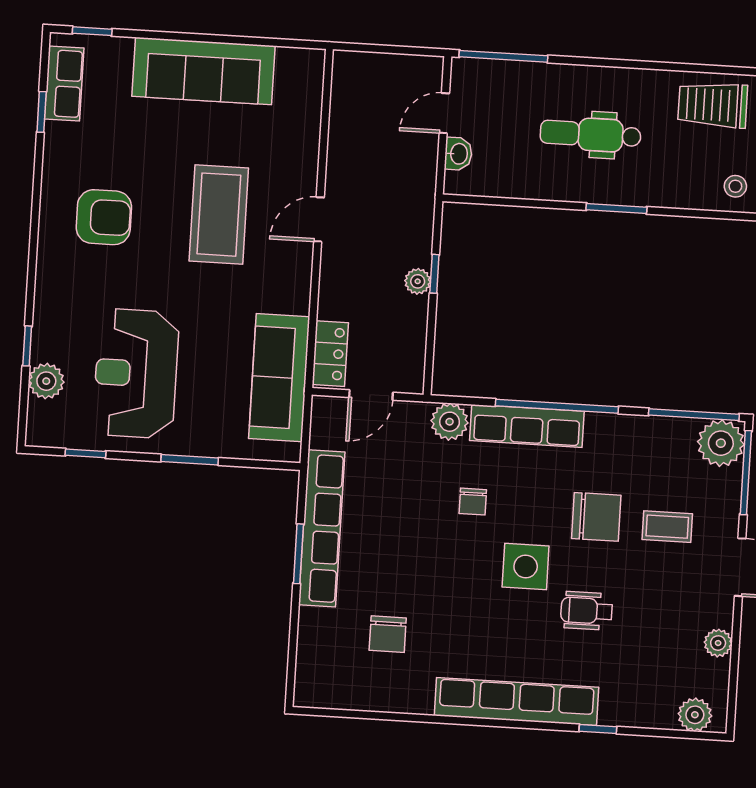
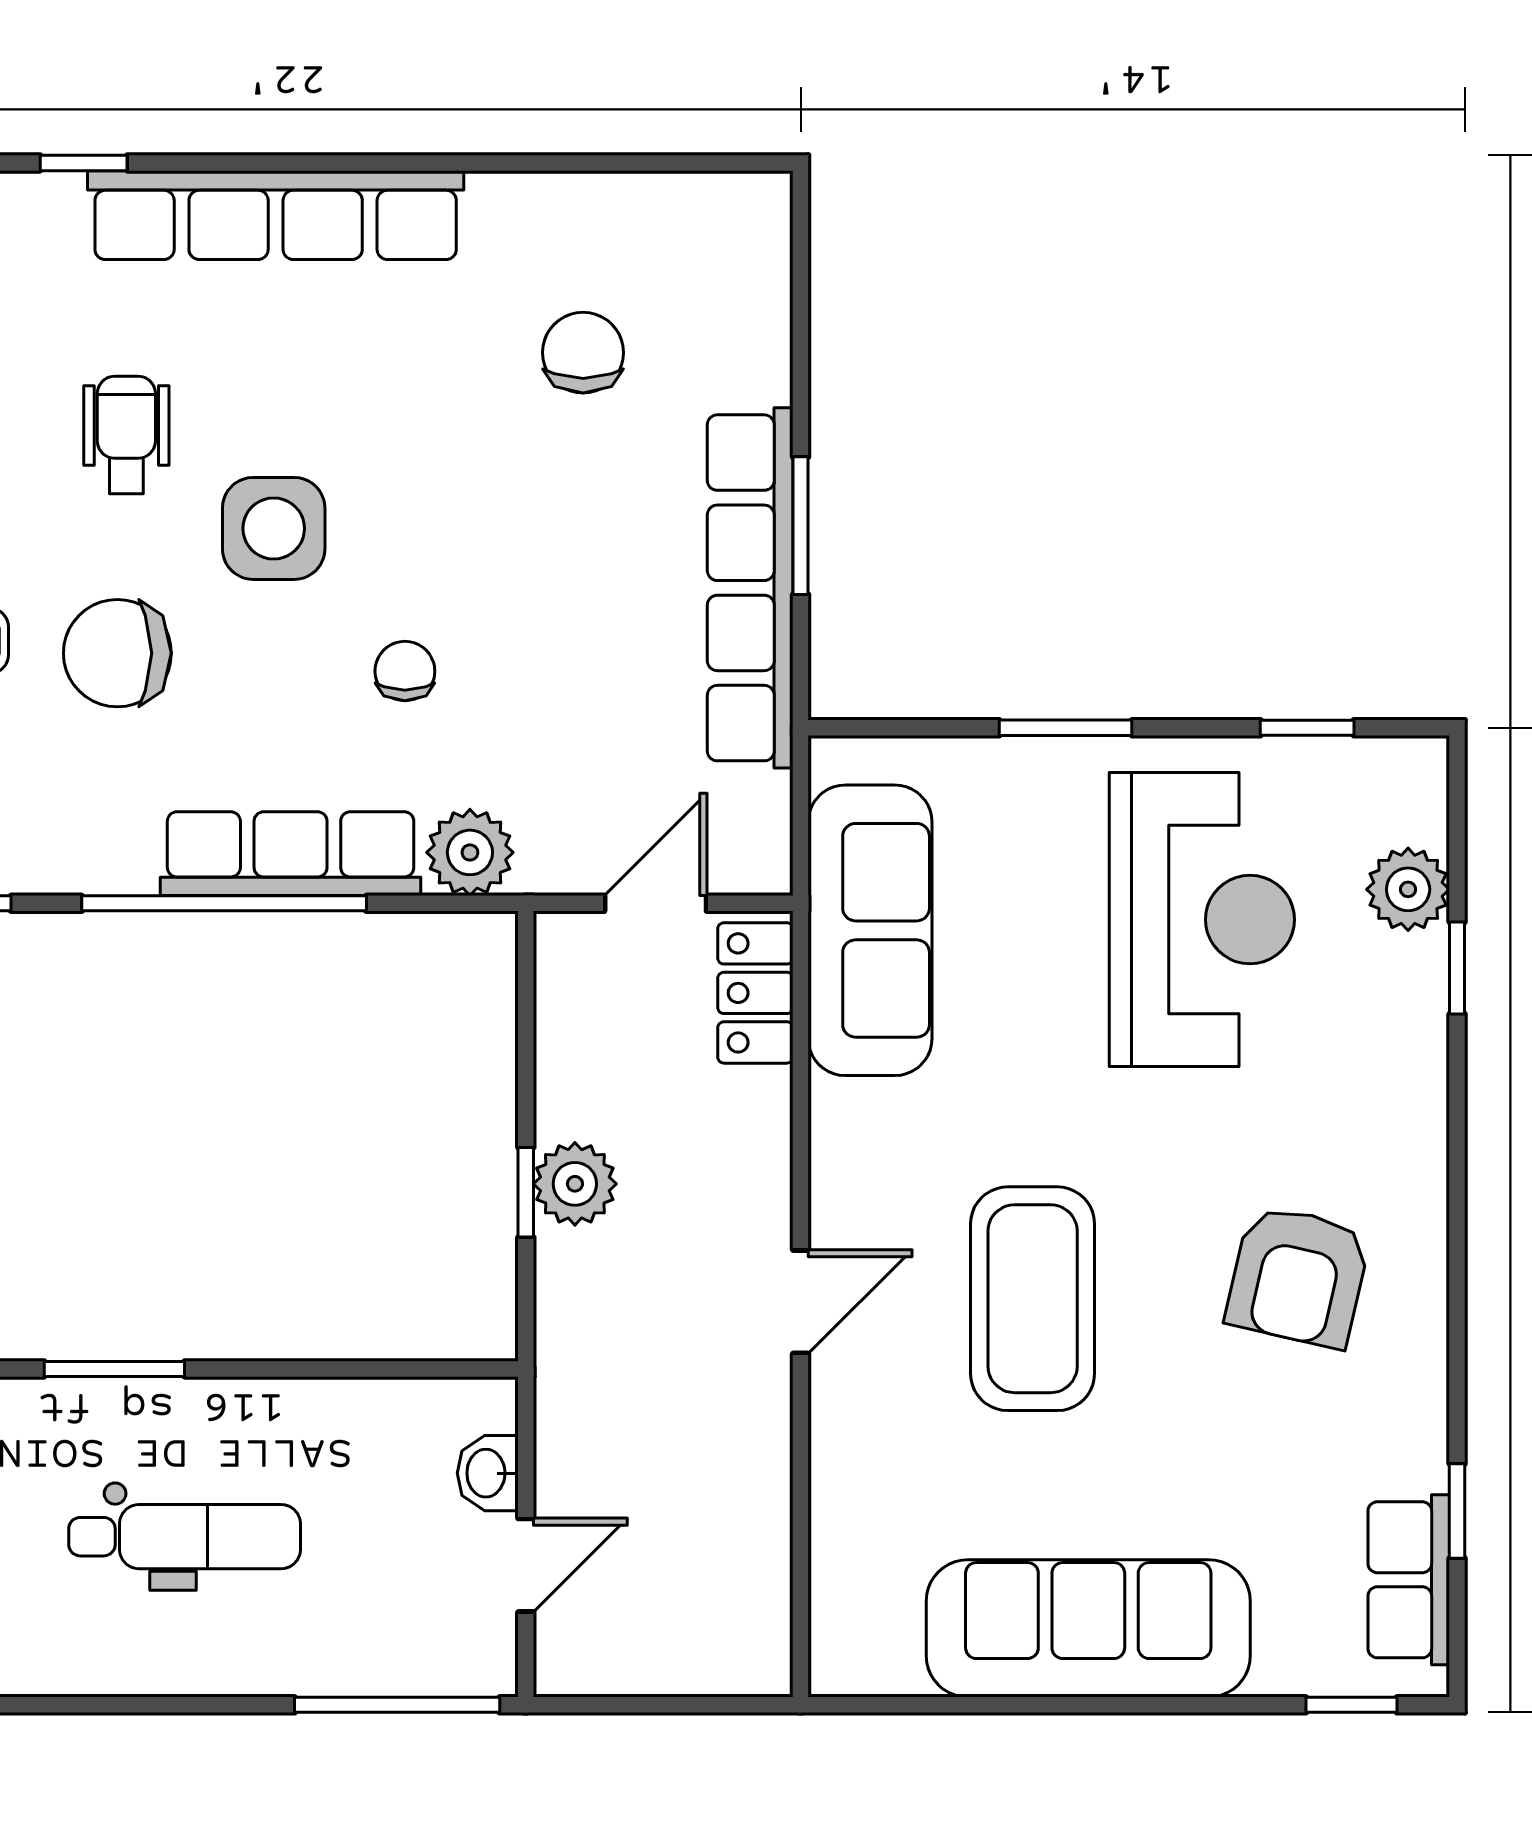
armchair: (104, 217) -> (1298, 1276), turned -77
plant: (418, 281) -> (575, 1184), width x1.38, depth x1.38
wheelchair: (587, 611) -> (126, 435), turned -90

